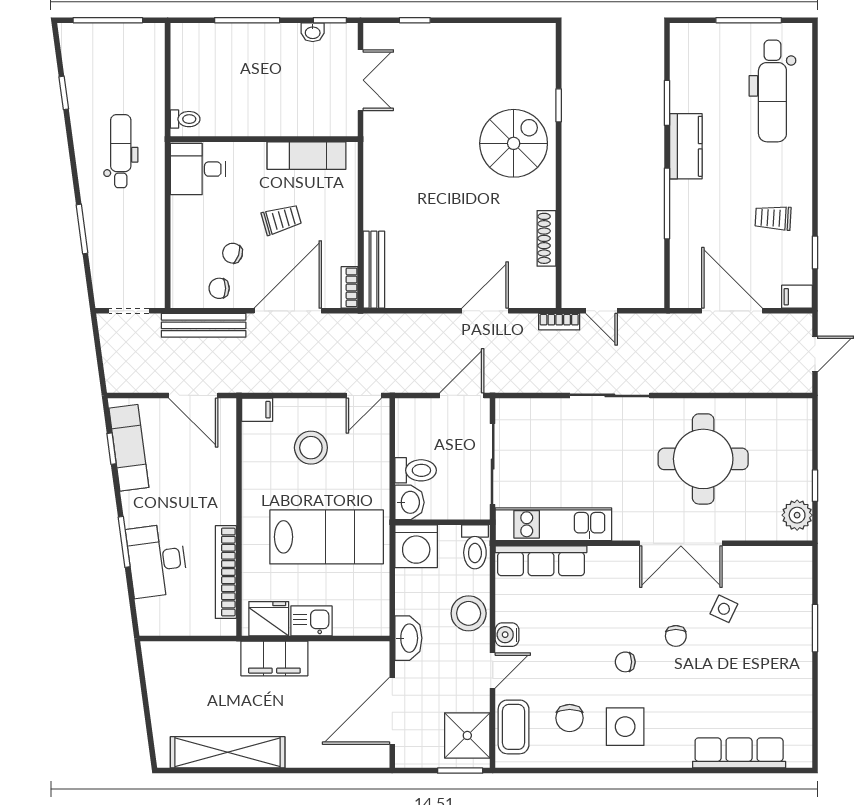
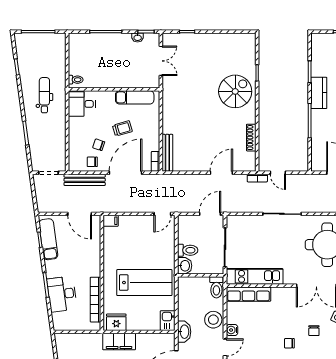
stool: (311, 448) -> (137, 239), removed
washing machine: (416, 546) -> (188, 287), removed
kitchen sink: (311, 621) -> (168, 321), moved, turned -90

